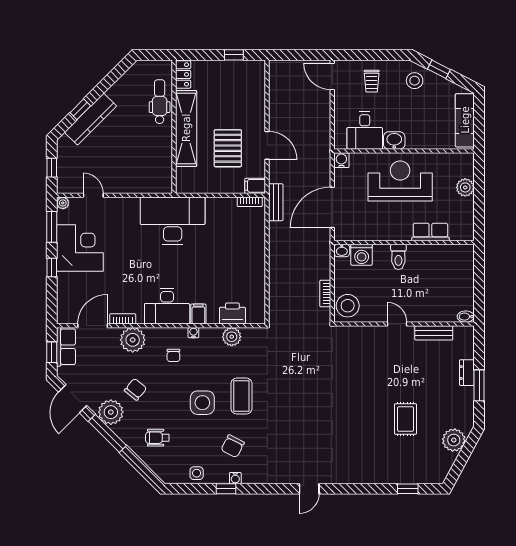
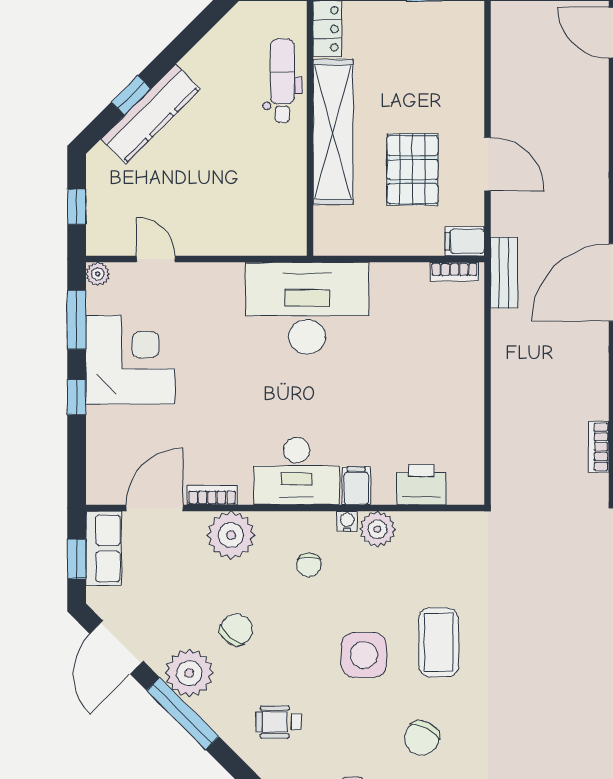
plant: (232, 337) -> (377, 529), moved

